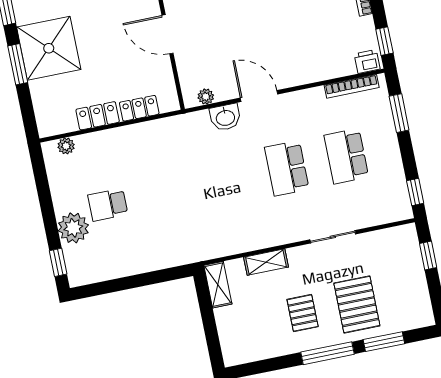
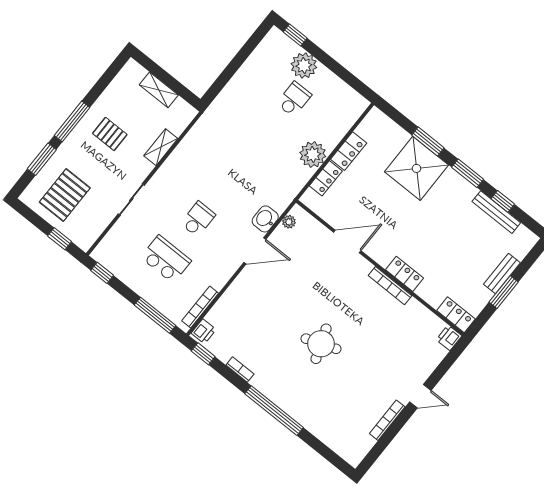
window: (399, 113) -> (155, 315), width x1.44
plant: (66, 146) -> (313, 155), moved, width x1.87, depth x1.87
school desk: (287, 168) -> (198, 219), width x0.54
shelving: (218, 285) -> (159, 90), moved
pallet: (357, 304) -> (65, 195), moved, turned 90

